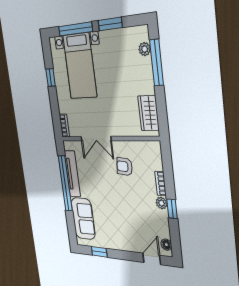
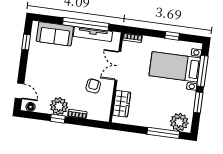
plant: (145, 49) -> (179, 122), width x1.87, depth x1.87
wardrobe: (149, 113) -> (122, 104), moved, turned 90
plant: (161, 203) -> (59, 106), width x1.87, depth x1.87

